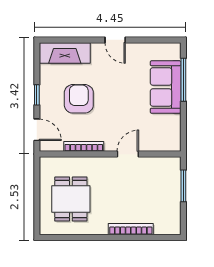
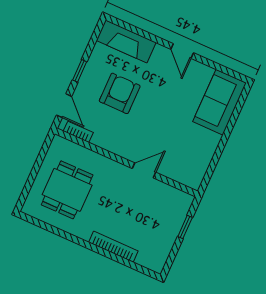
window: (183, 80) -> (232, 121), removed
sofa: (166, 87) -> (220, 102), moved
bookcase: (84, 146) -> (78, 132), moved, width x0.64
window: (183, 186) -> (185, 227), width x0.67

